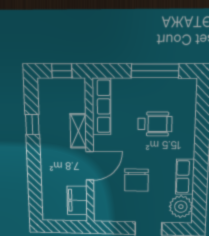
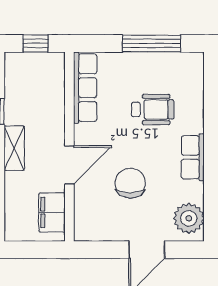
shelving: (78, 131) -> (14, 148), moved
row of seats: (185, 177) -> (193, 157), moved
chair: (136, 180) -> (130, 183), turned 180

